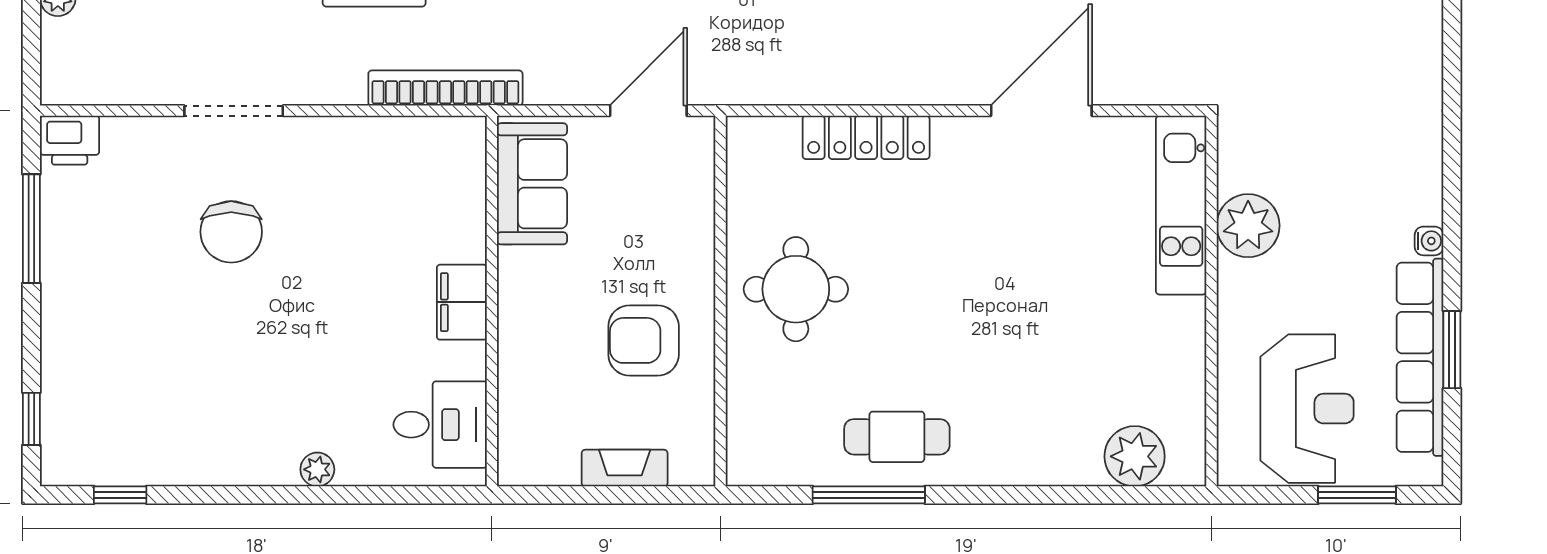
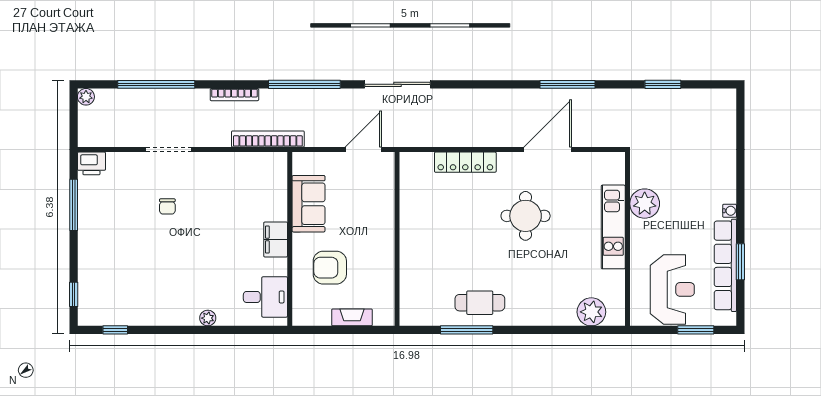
sofa: (532, 184) -> (309, 204), moved
kitchen unit: (1181, 205) -> (613, 227), moved
chair: (231, 232) -> (167, 206), width x0.54, depth x0.54
round table: (796, 289) -> (526, 216), moved
armchair: (644, 340) -> (330, 268), moved

